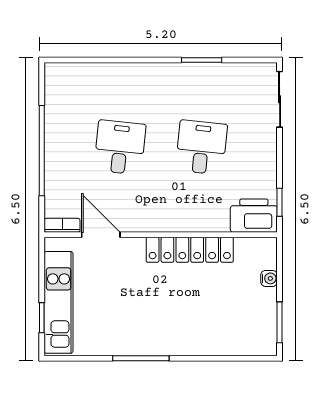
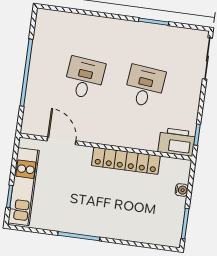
bookcase: (62, 225) -> (34, 130), removed

